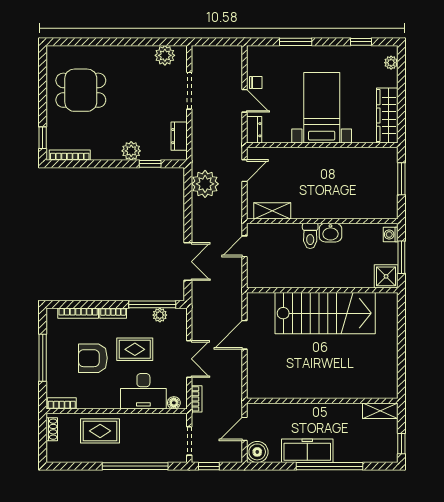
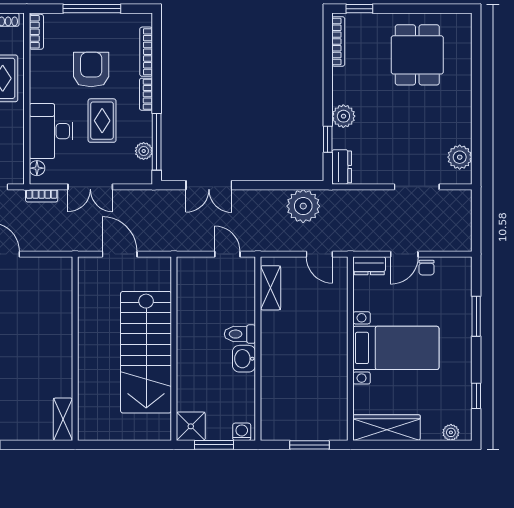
dresser: (179, 136) -> (342, 167), moved, turned 90
wall: (322, 401) -> (75, 349), moved
shelving: (380, 411) -> (63, 419), moved

